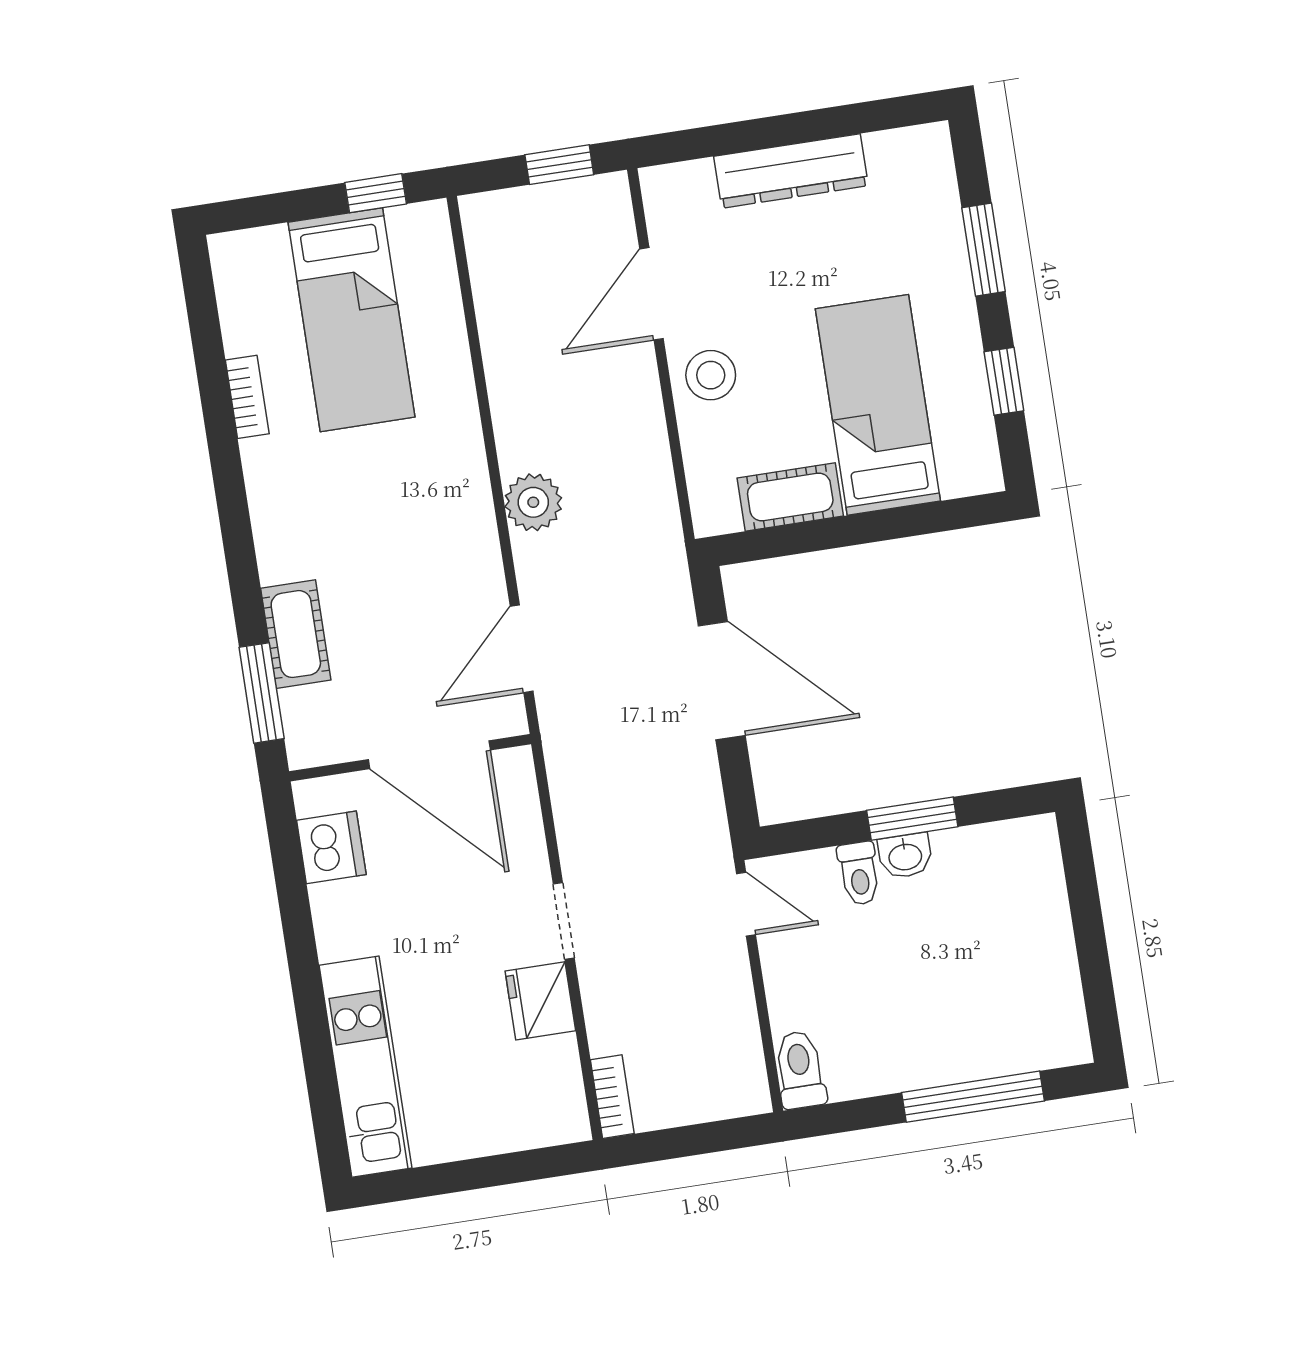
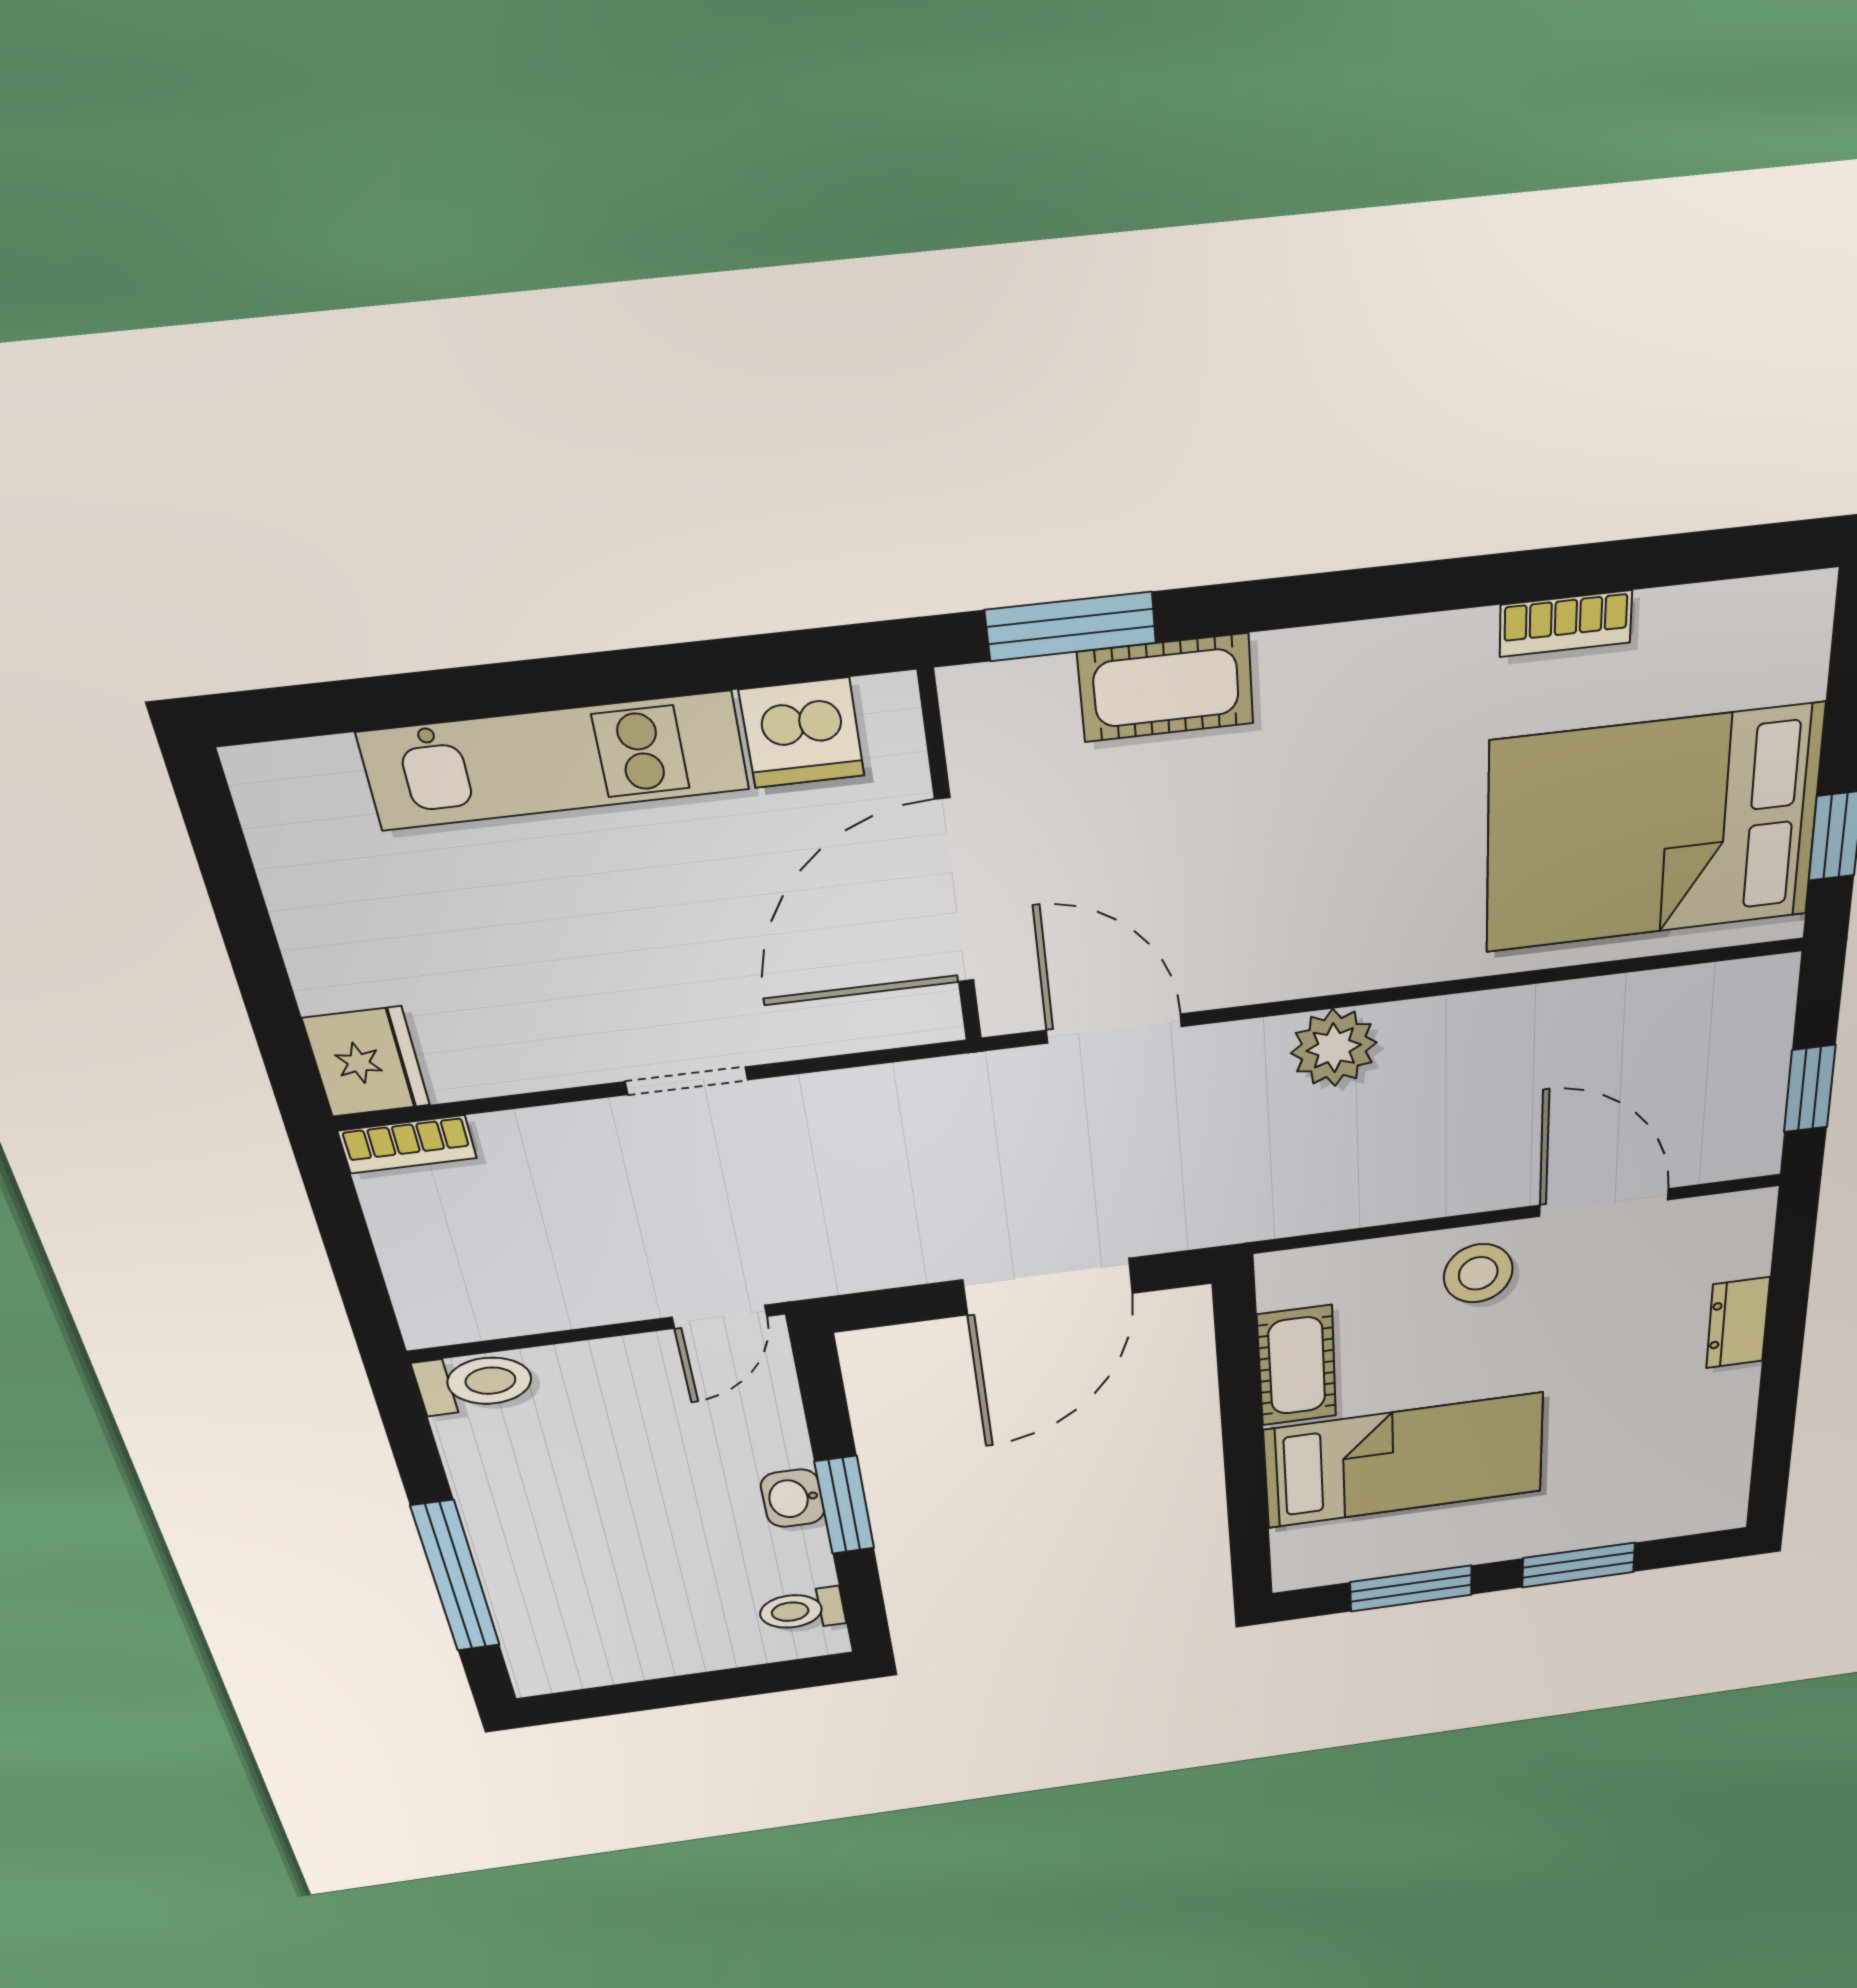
dresser: (791, 171) -> (1738, 1323), width x0.51, depth x0.80
bed: (351, 320) -> (1653, 829), width x1.50
window: (1004, 381) -> (1411, 1588), width x1.50
toilet: (859, 873) -> (802, 1610), moved
fridge: (540, 1001) -> (367, 1062), moved, turned 90
kitchen unit: (365, 1067) -> (555, 761), moved

